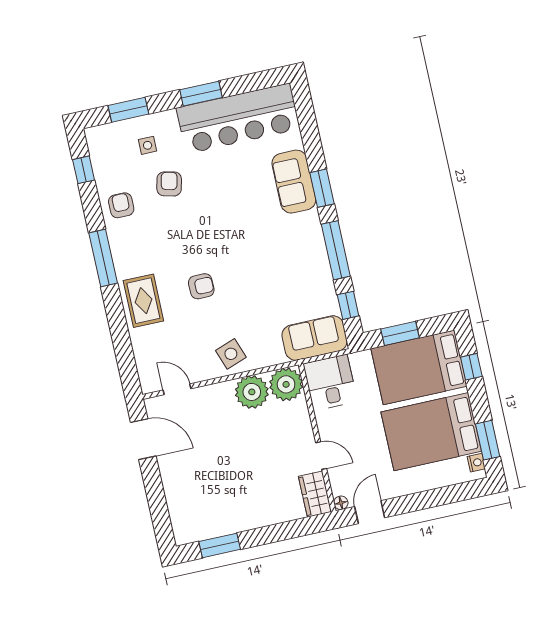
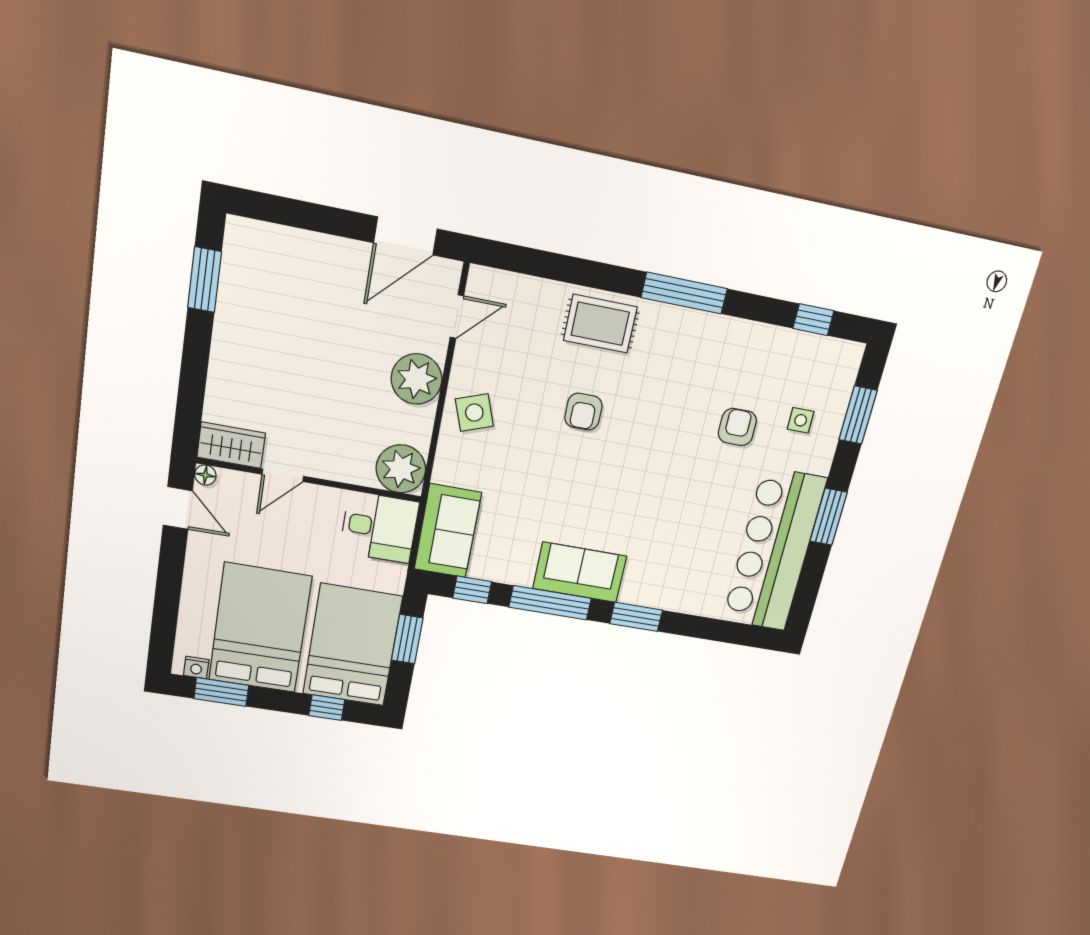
sofa: (294, 182) -> (580, 572), moved
armchair: (169, 184) -> (737, 427), turned -103
armchair: (121, 205) -> (742, 350), removed
plant: (252, 392) -> (417, 379), moved

